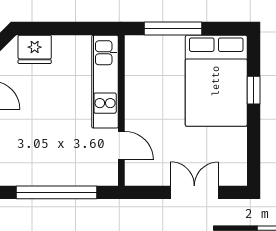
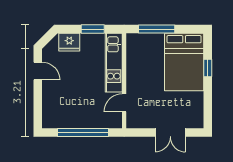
window: (72, 29) -> (93, 29), added
door: (121, 146) -> (124, 103), swing flipped
double door: (194, 192) -> (170, 133), swing flipped

